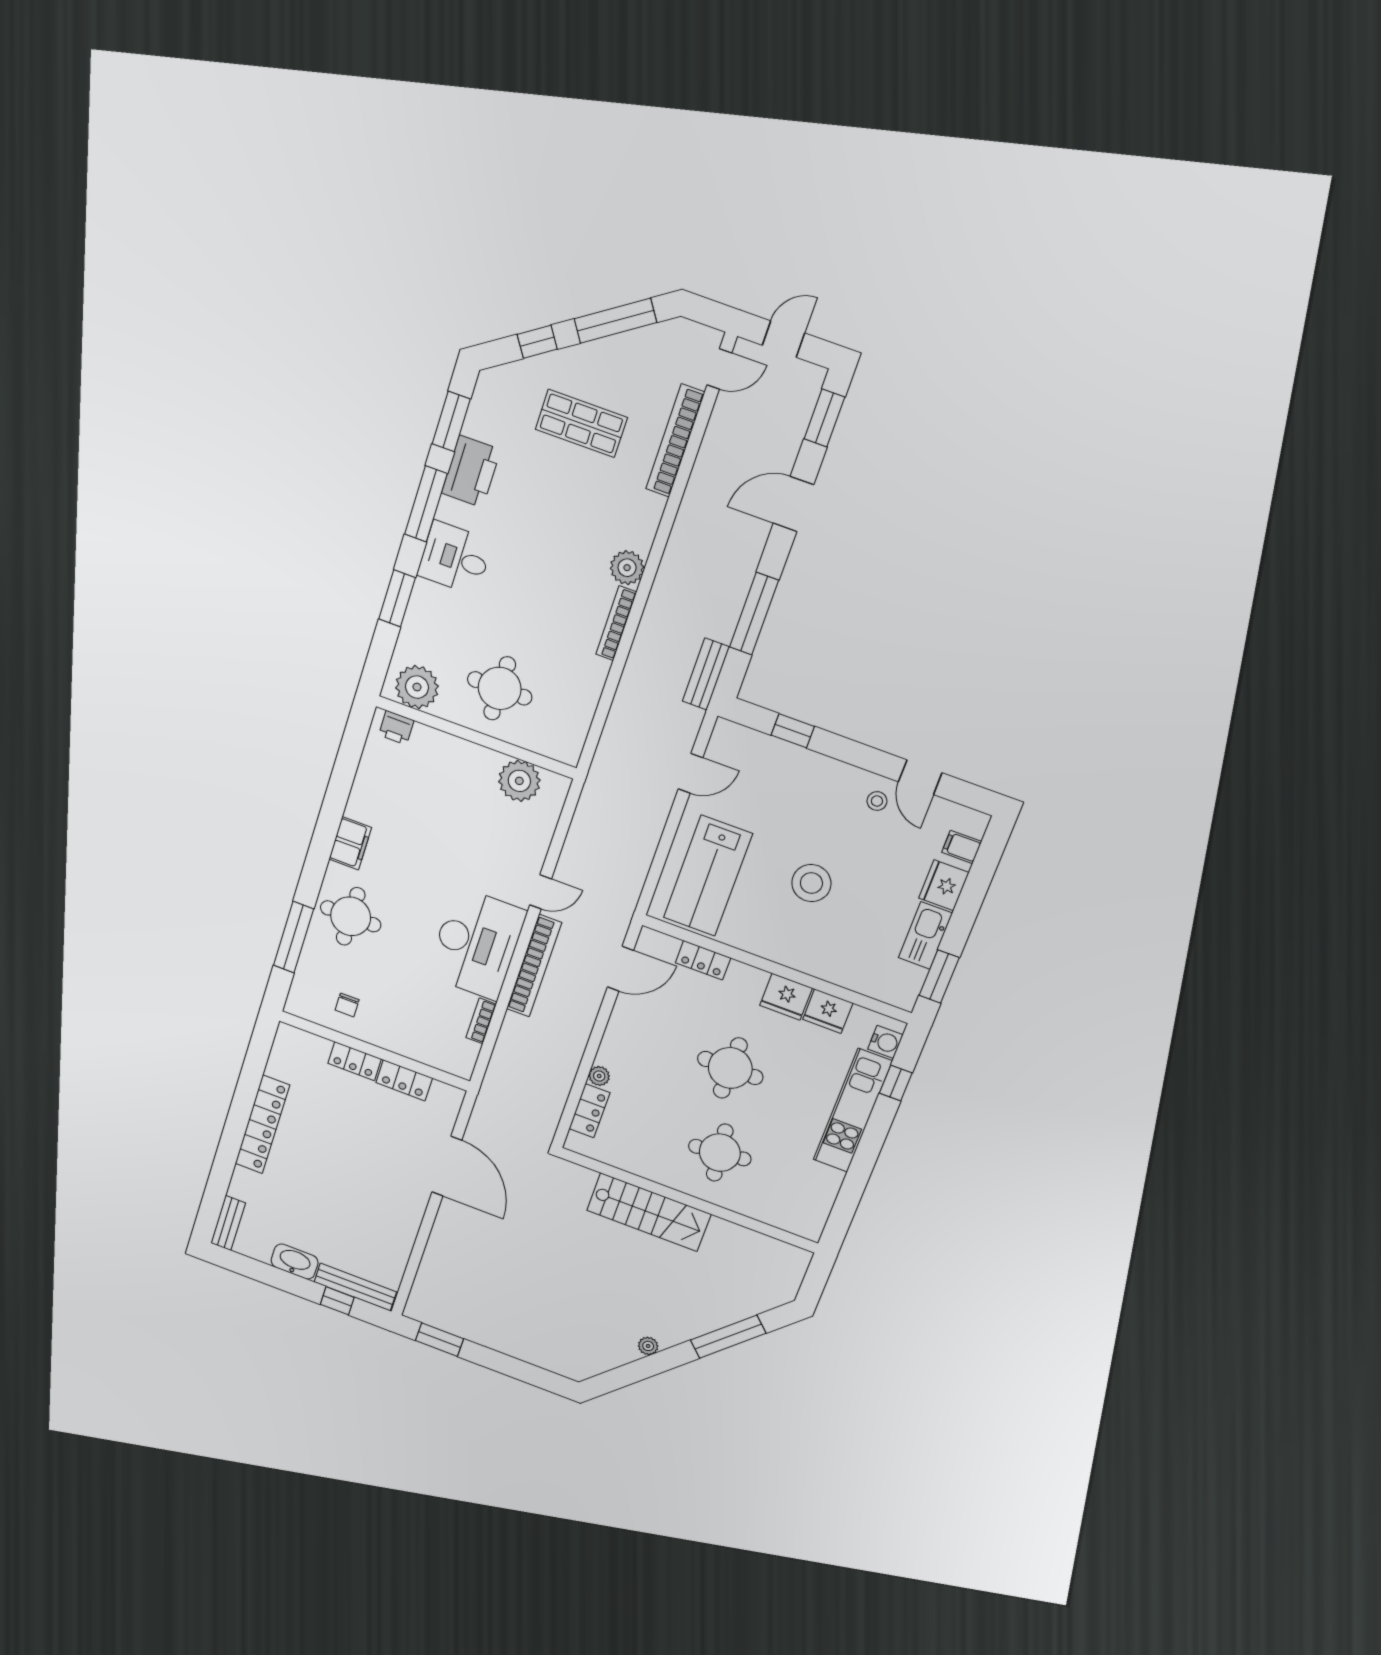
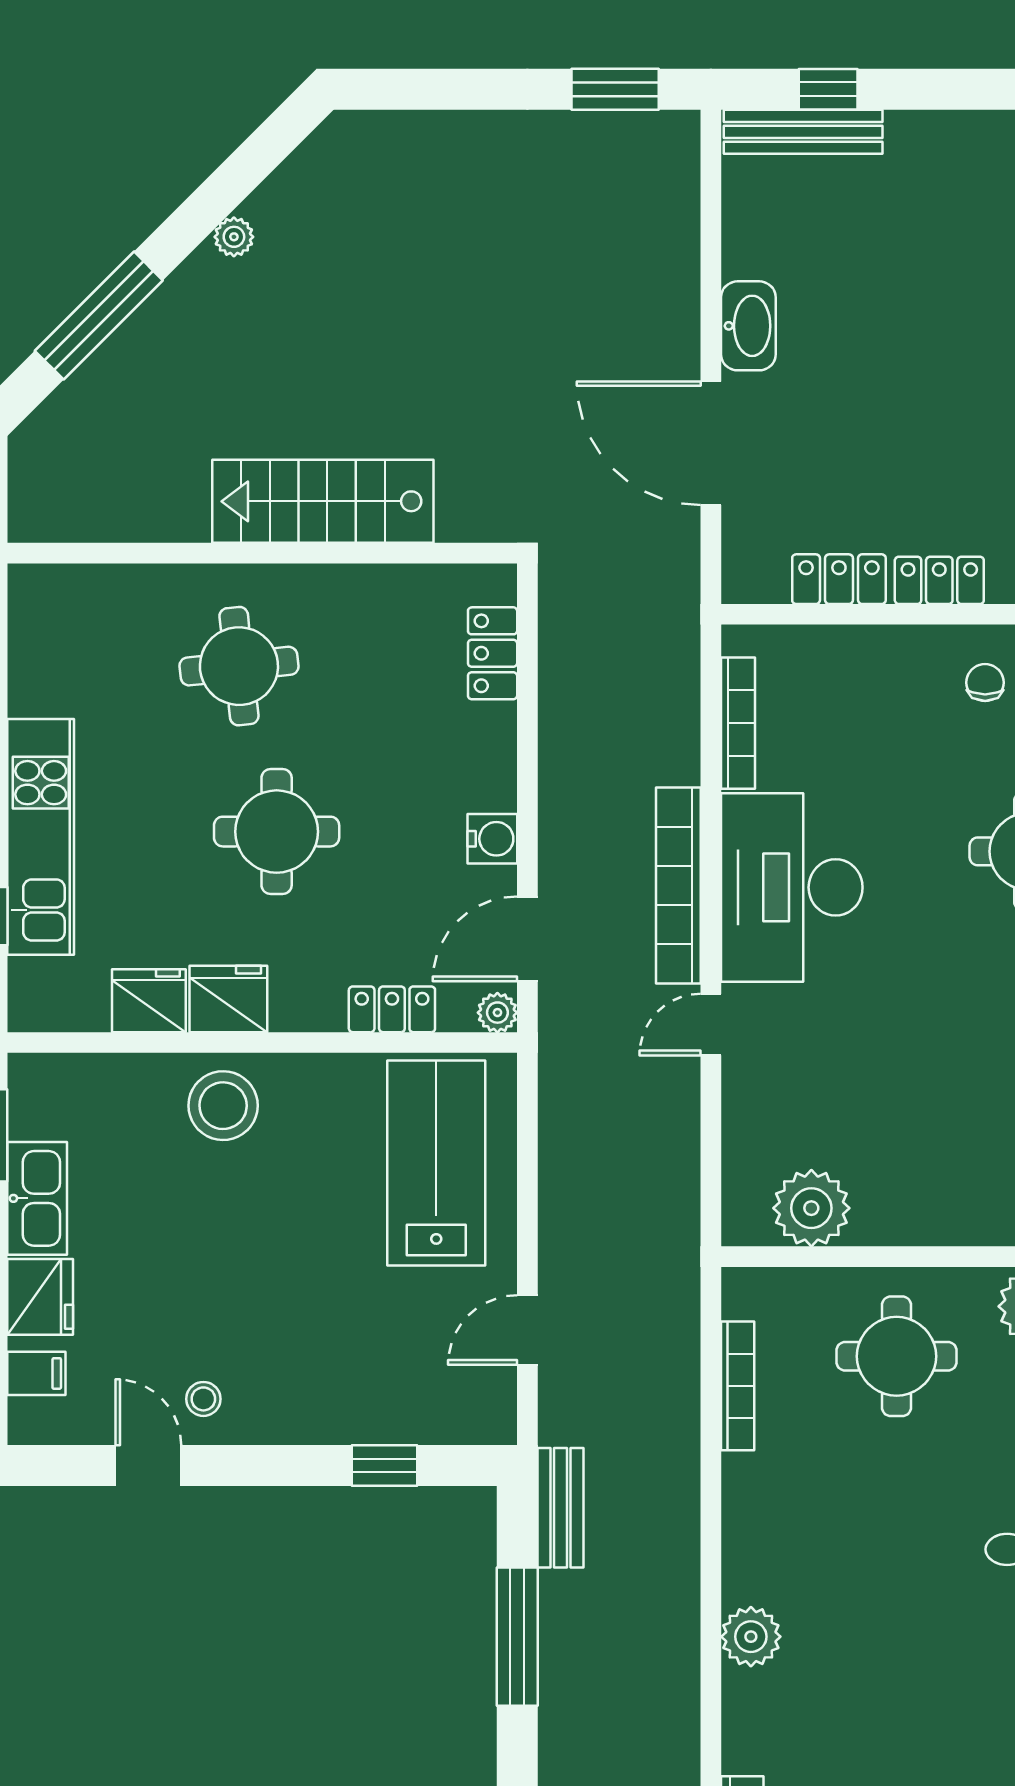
bookcase: (616, 623) -> (738, 1386), moved
stool: (811, 883) -> (223, 1106), moved
bookcase: (481, 1021) -> (738, 723), width x1.56
water cooler: (885, 1042) -> (492, 839), moved, turned 180
plant: (599, 1076) -> (497, 1013), moved
washbasin: (295, 1262) -> (748, 326), moved, turned -90

